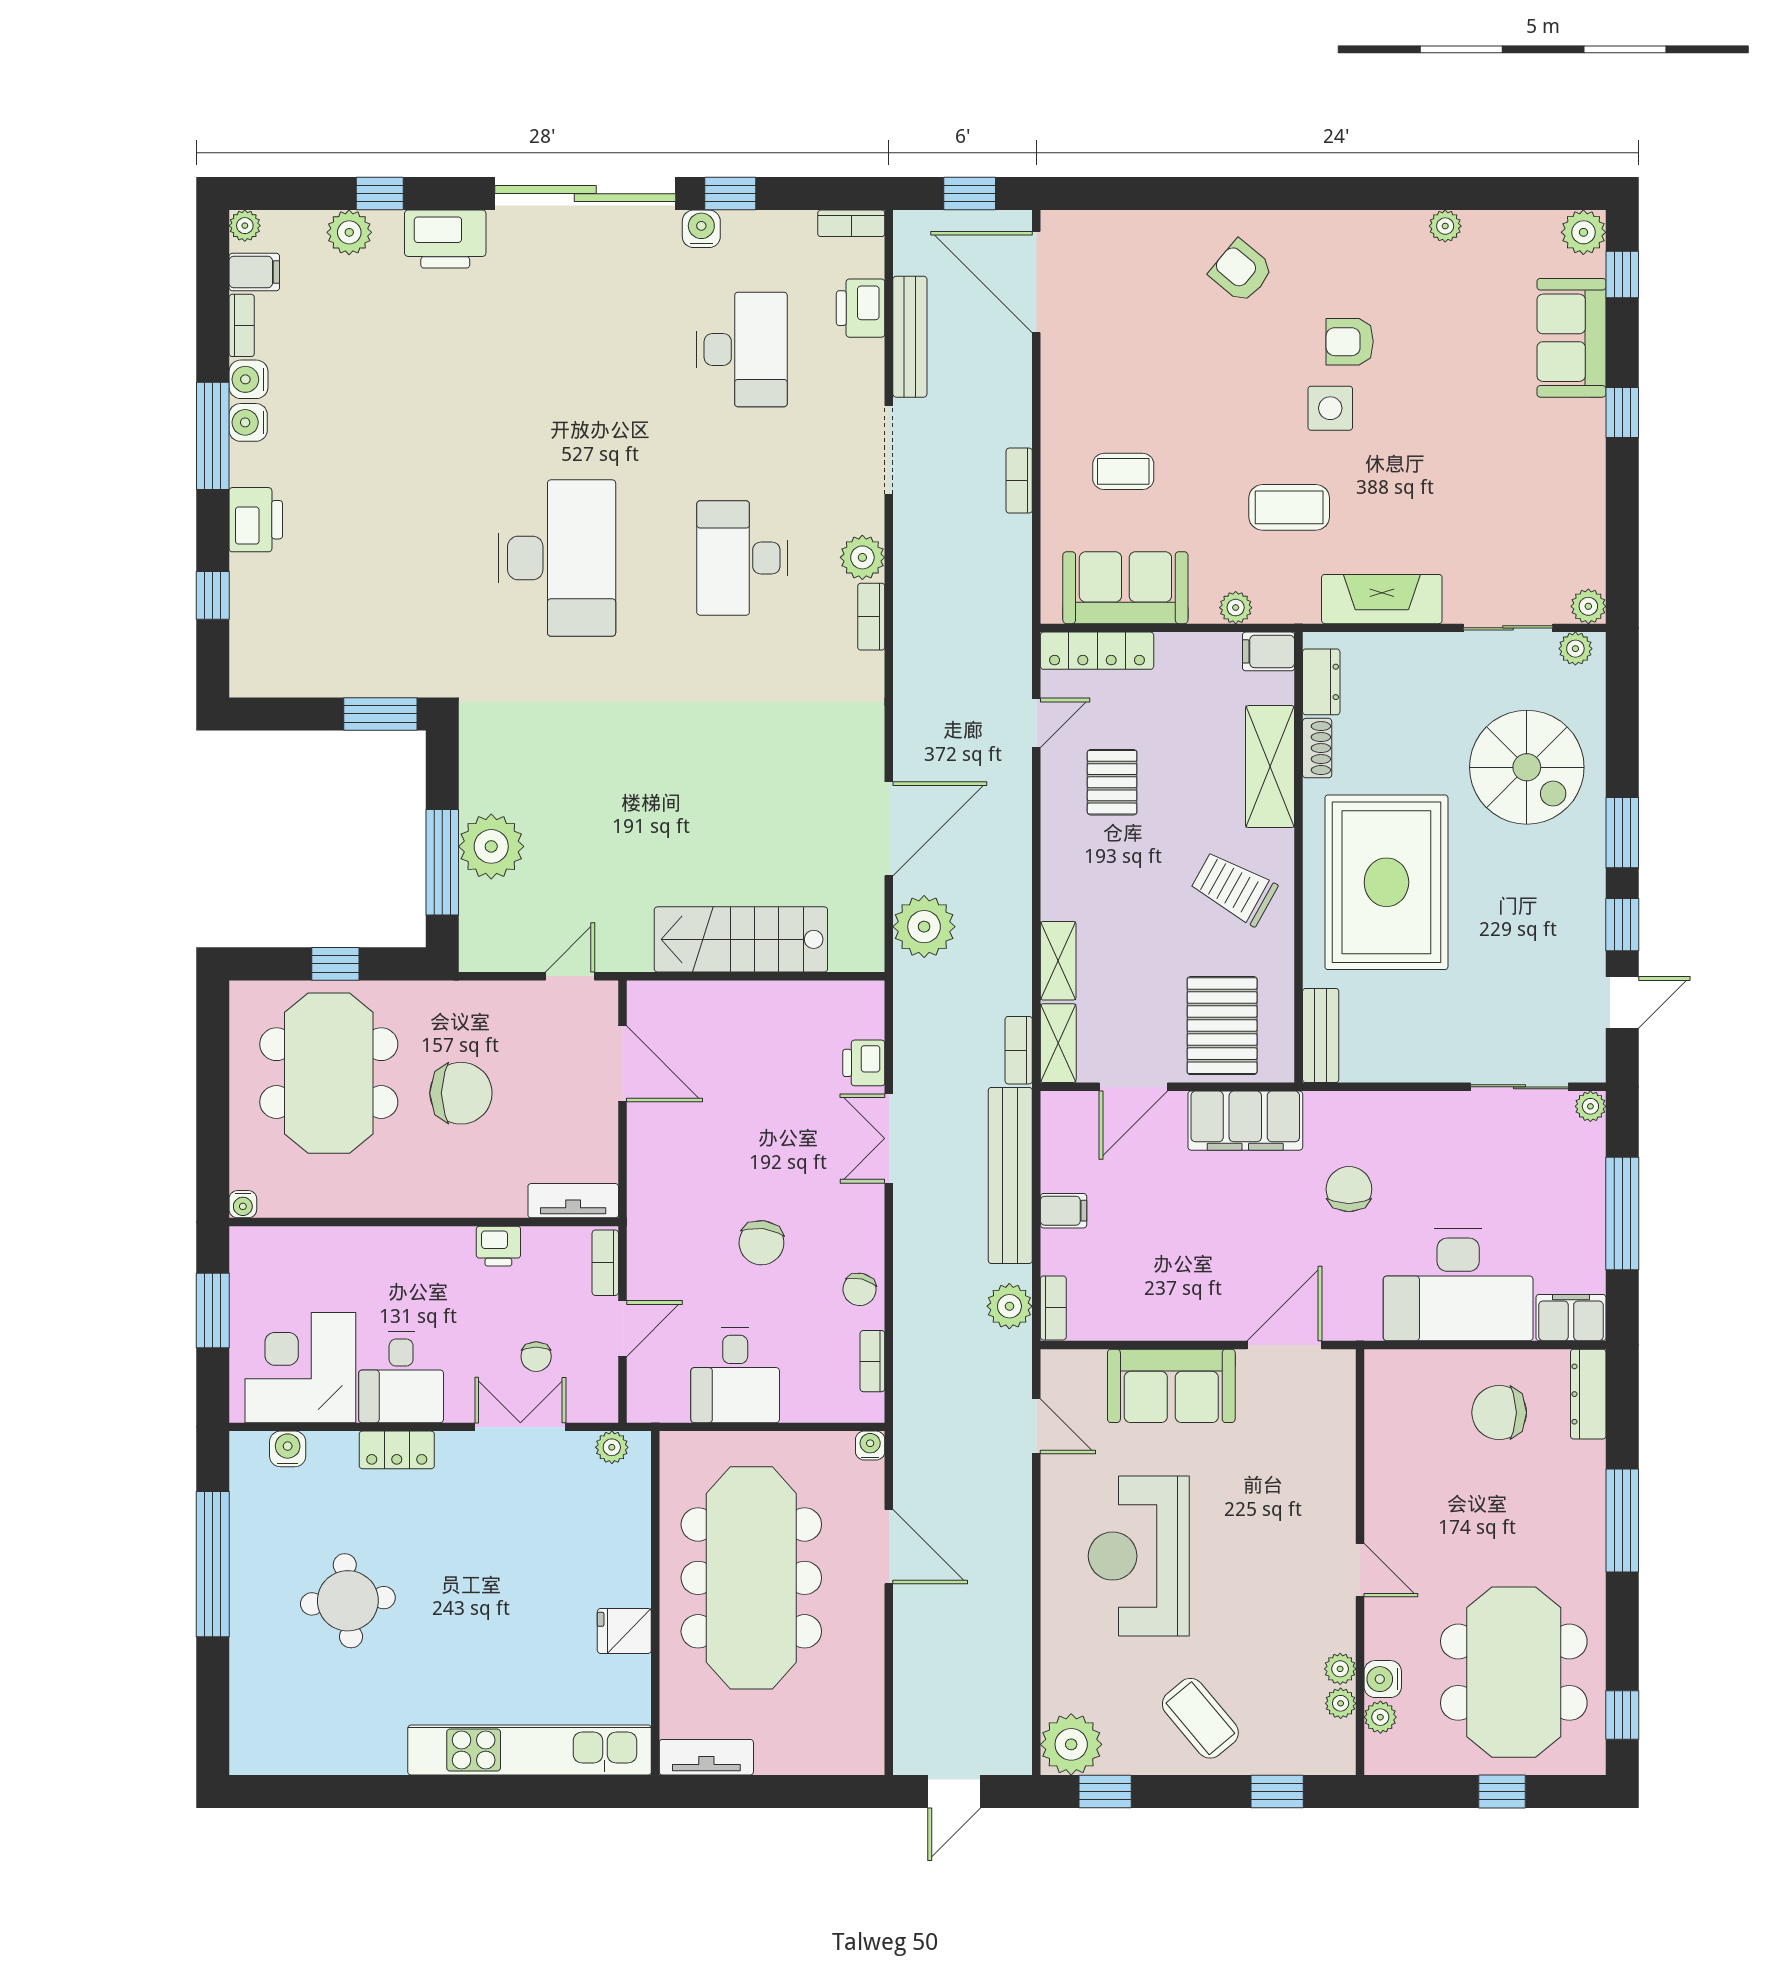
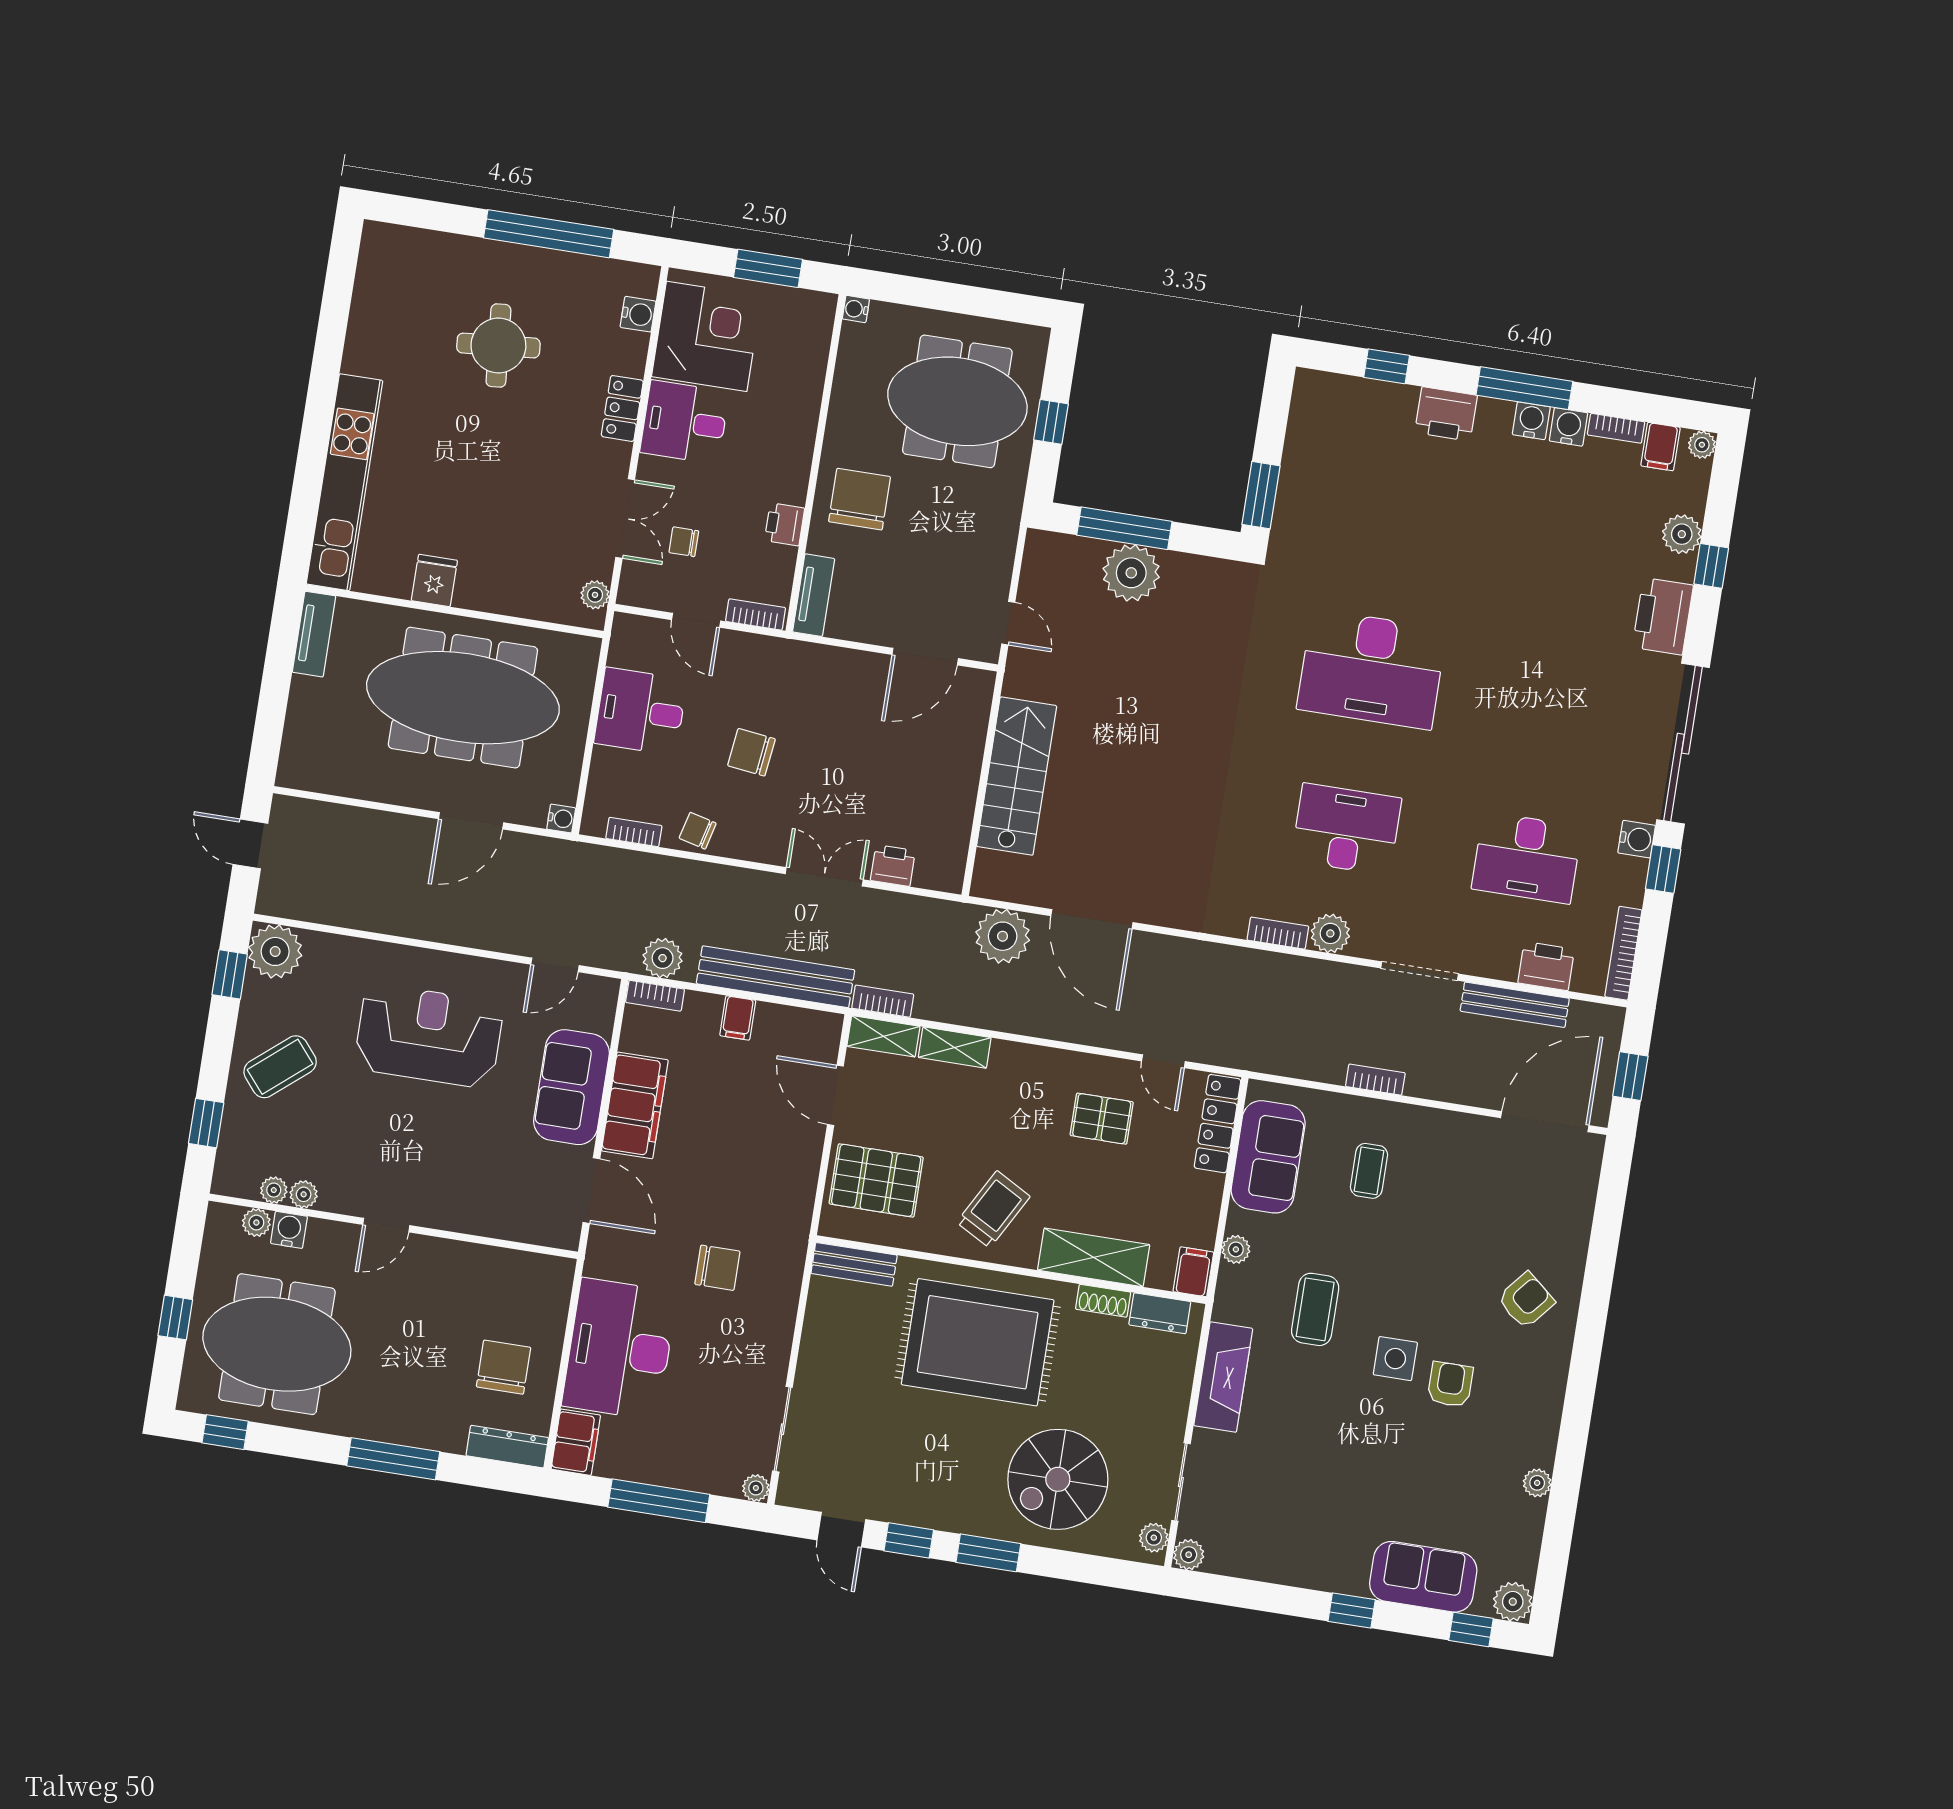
bookcase: (851, 223) -> (1623, 953), width x1.56
chair: (461, 1093) -> (860, 499), moved, turned 180
filing cabinet: (1245, 1121) -> (635, 1105), moved, turned 180

